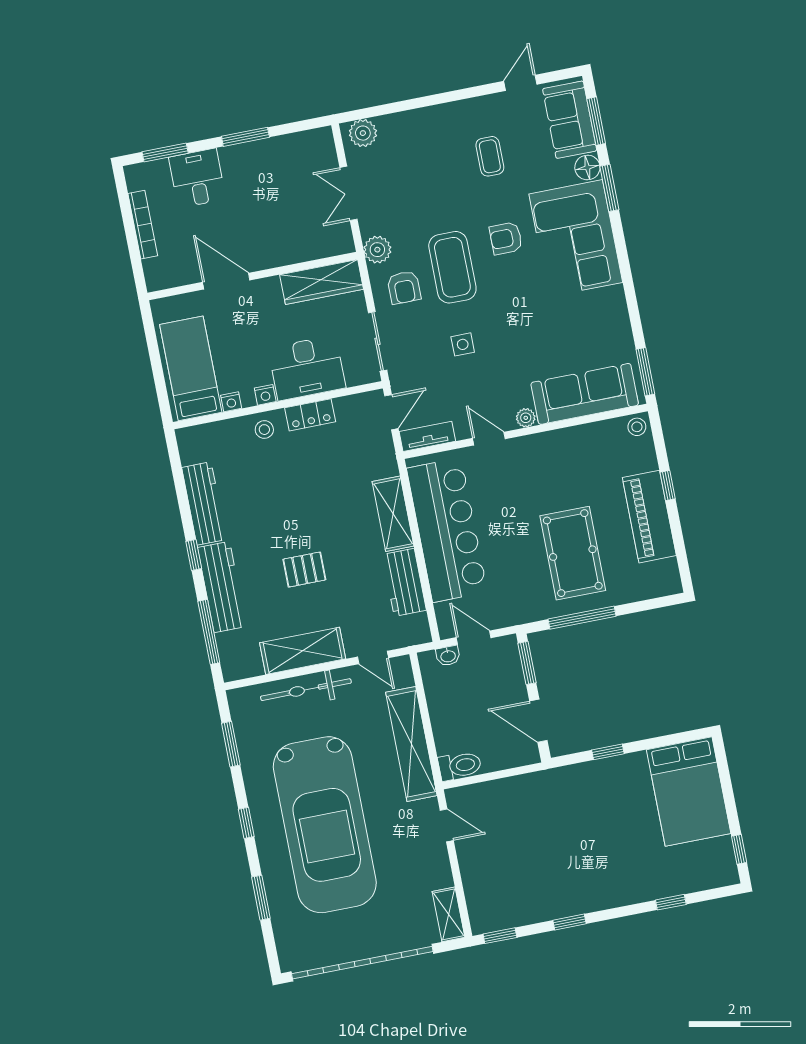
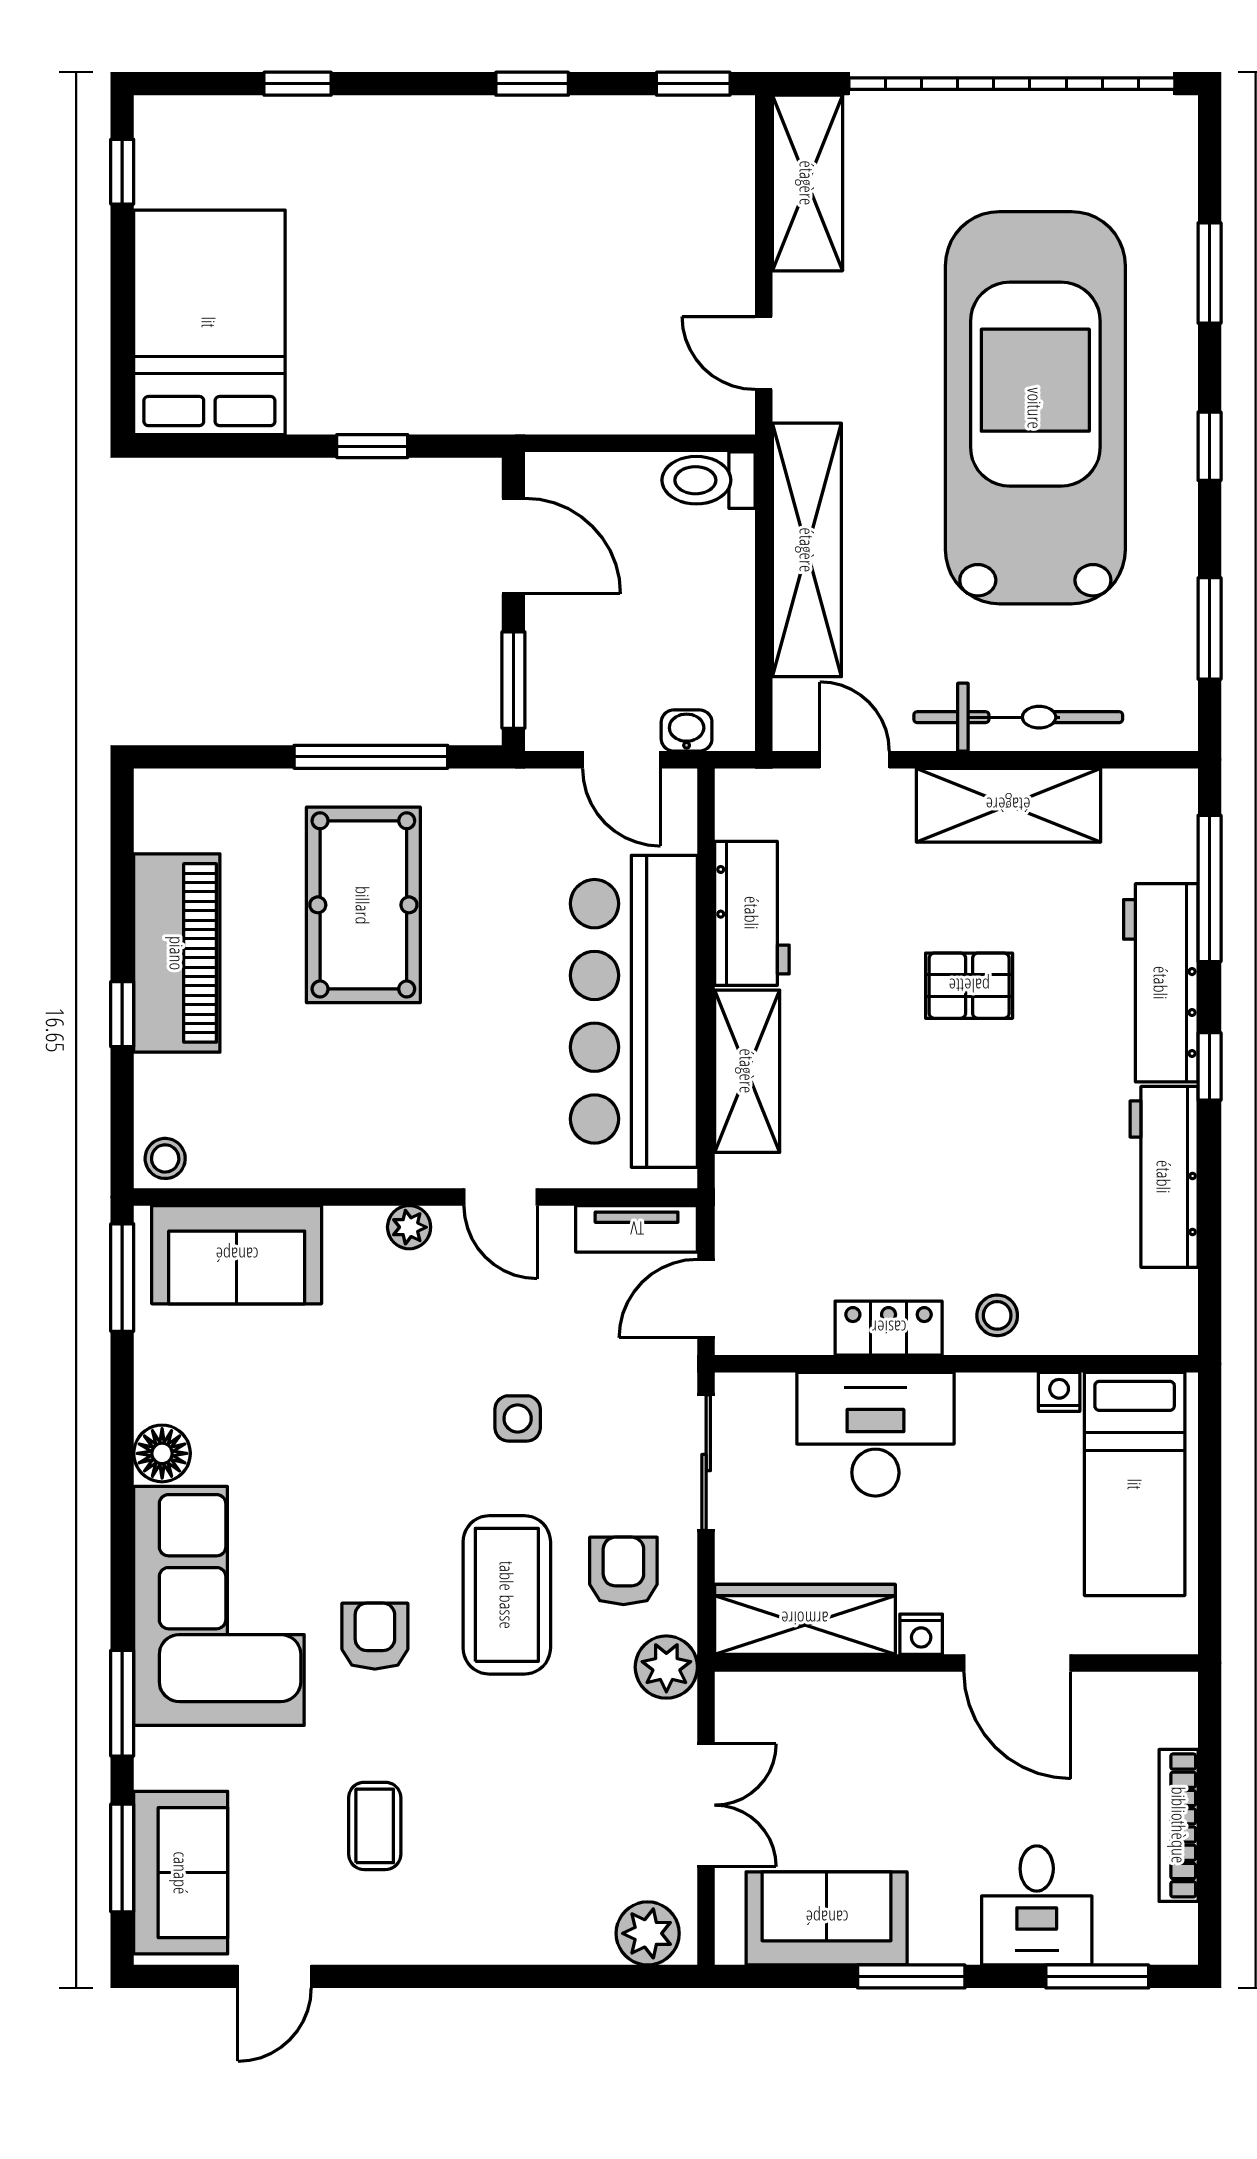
sofa: (287, 155) -> (827, 1918), added
floor lamp: (587, 167) -> (162, 1453), moved
armchair: (506, 238) -> (375, 1636), turned -90
sofa: (585, 394) -> (237, 1255), width x0.73
nightstand: (265, 395) -> (921, 1634), moved, turned 180
shelving: (448, 914) -> (807, 183), width x1.50, depth x1.33

